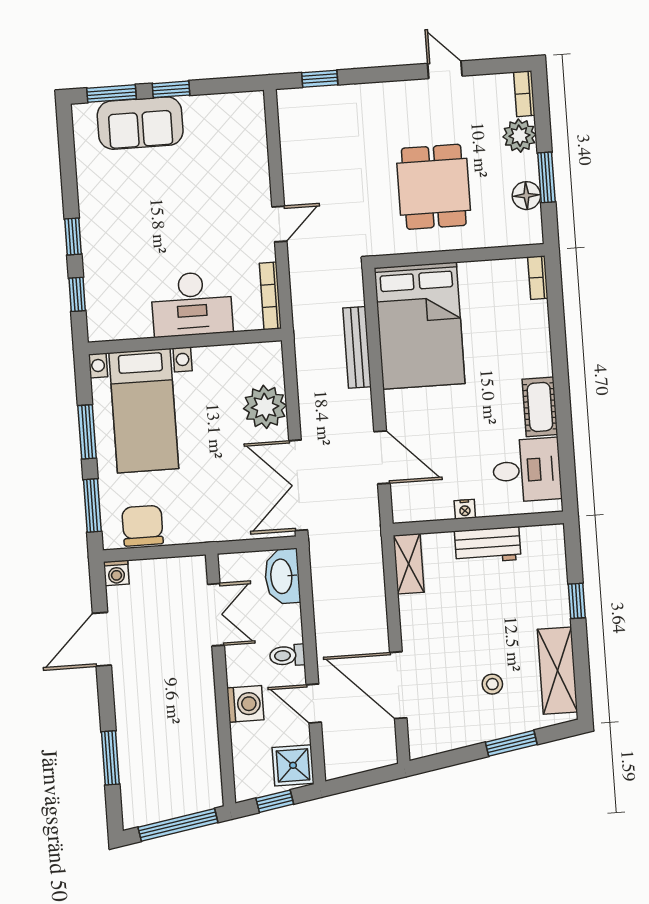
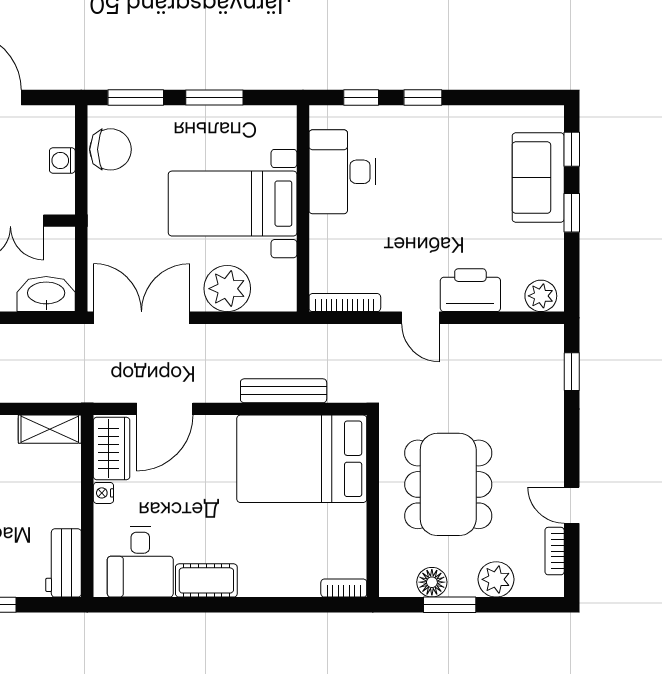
door: (445, 70) -> (572, 505), swing flipped
window: (111, 94) -> (572, 149), width x0.67
bookcase: (524, 94) -> (555, 551), moved, turned -90
plant: (251, 113) -> (541, 296), added
printer: (250, 179) -> (470, 290), added
dining table: (434, 187) -> (448, 484), width x1.37
desk: (192, 304) -> (342, 172), moved
bed with nightstands: (144, 411) -> (233, 204), moved
wardrobe: (423, 505) -> (112, 449), added
workbench: (488, 545) -> (64, 563), moved
washing machine: (116, 573) -> (62, 160), moved

